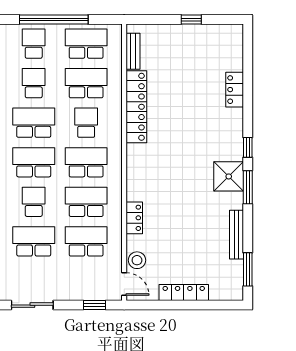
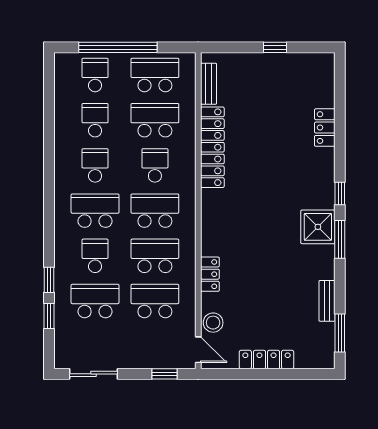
school desk: (34, 123) -> (95, 165), width x0.54
bench: (237, 235) -> (327, 301), width x0.73

